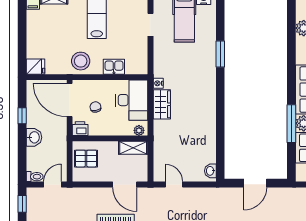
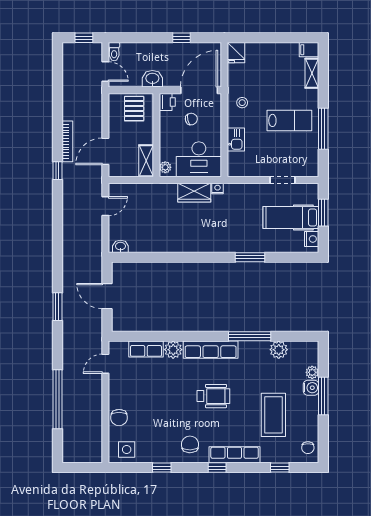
stool: (81, 61) -> (242, 103), width x0.53, depth x0.53
window: (291, 124) -> (250, 336), moved
washbasin: (34, 137) -> (152, 79), moved, turned 180

